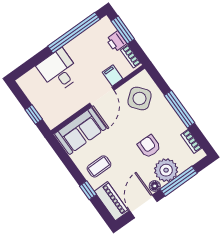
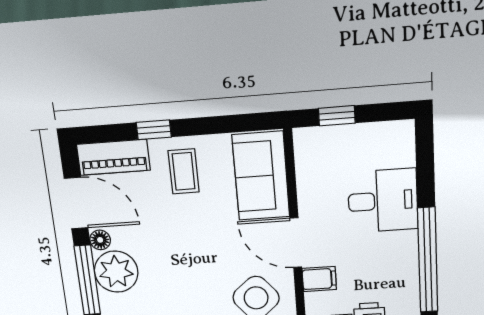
armchair: (149, 146) -> (170, 268), removed

